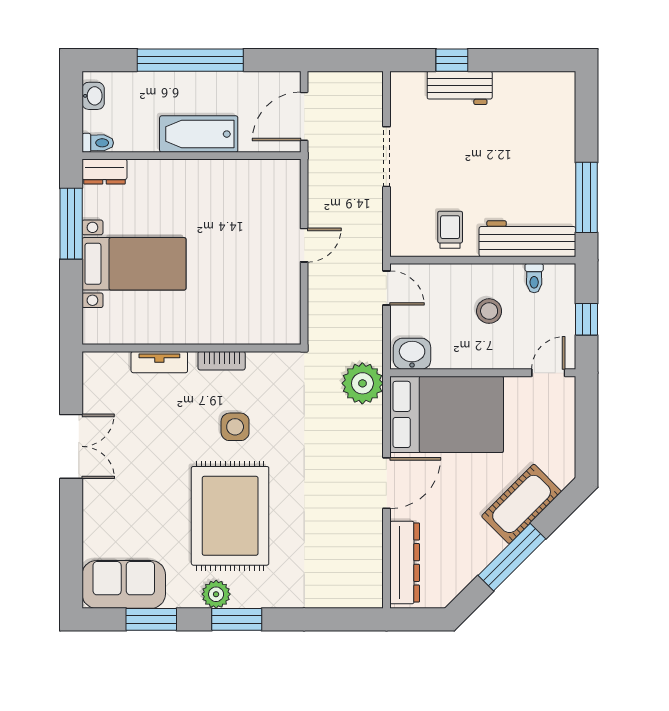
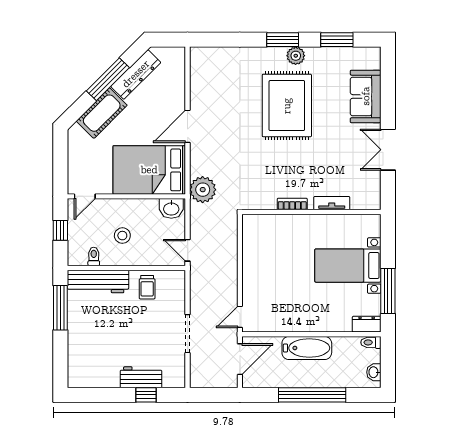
door: (304, 245) -> (240, 317), moved
side table: (235, 427) -> (284, 162), removed
dresser: (405, 563) -> (136, 74), moved, turned -135
sofa: (124, 584) -> (366, 96), moved, turned 90

